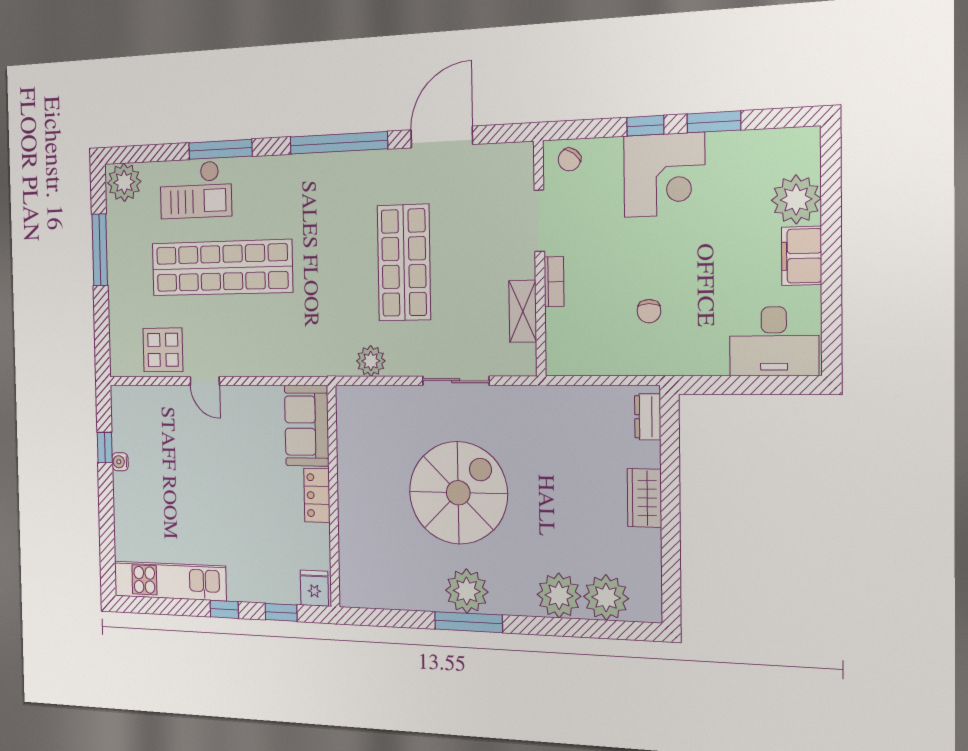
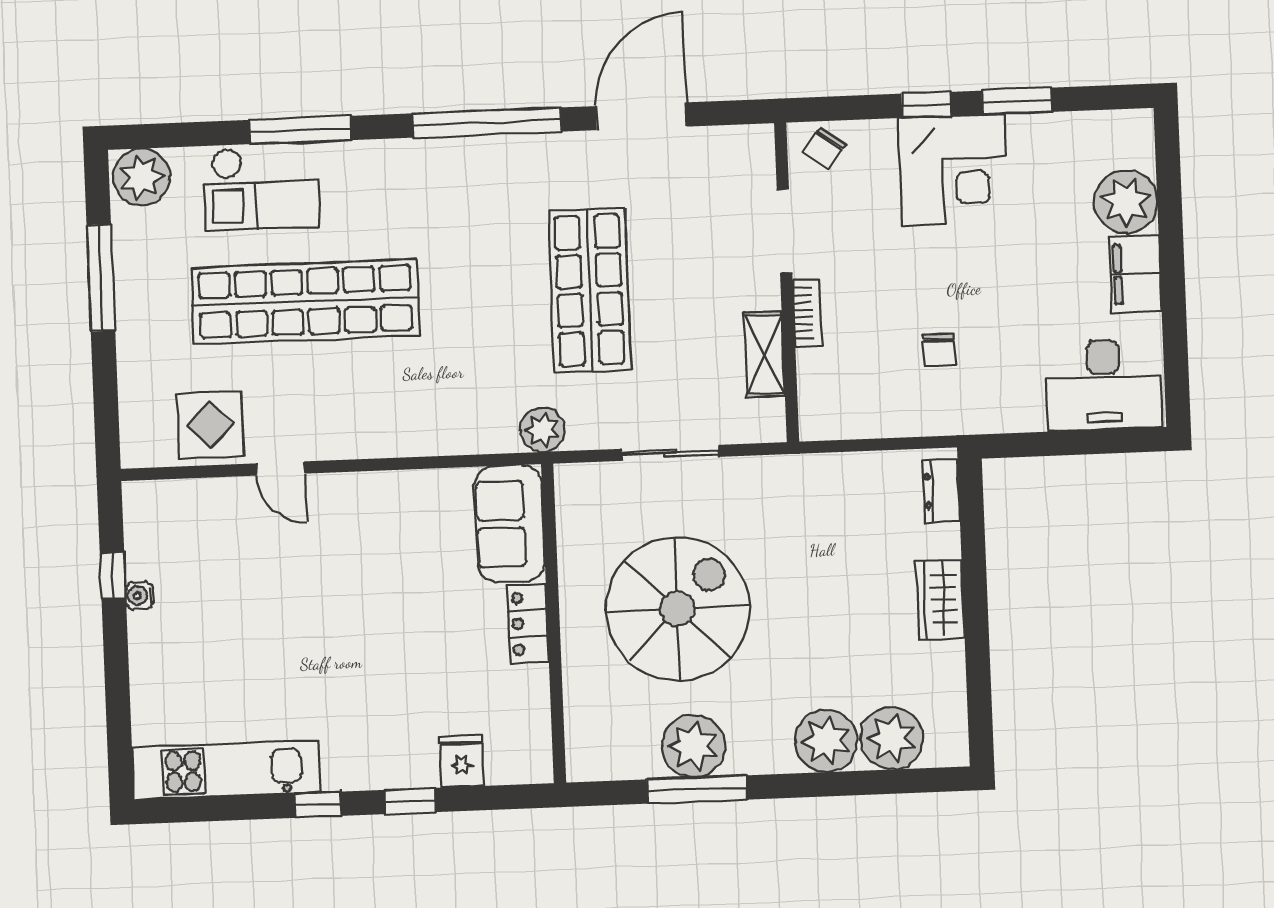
sofa: (307, 426) -> (510, 524), moved
locker: (317, 495) -> (528, 623), moved
wall: (333, 496) -> (554, 623), moved

